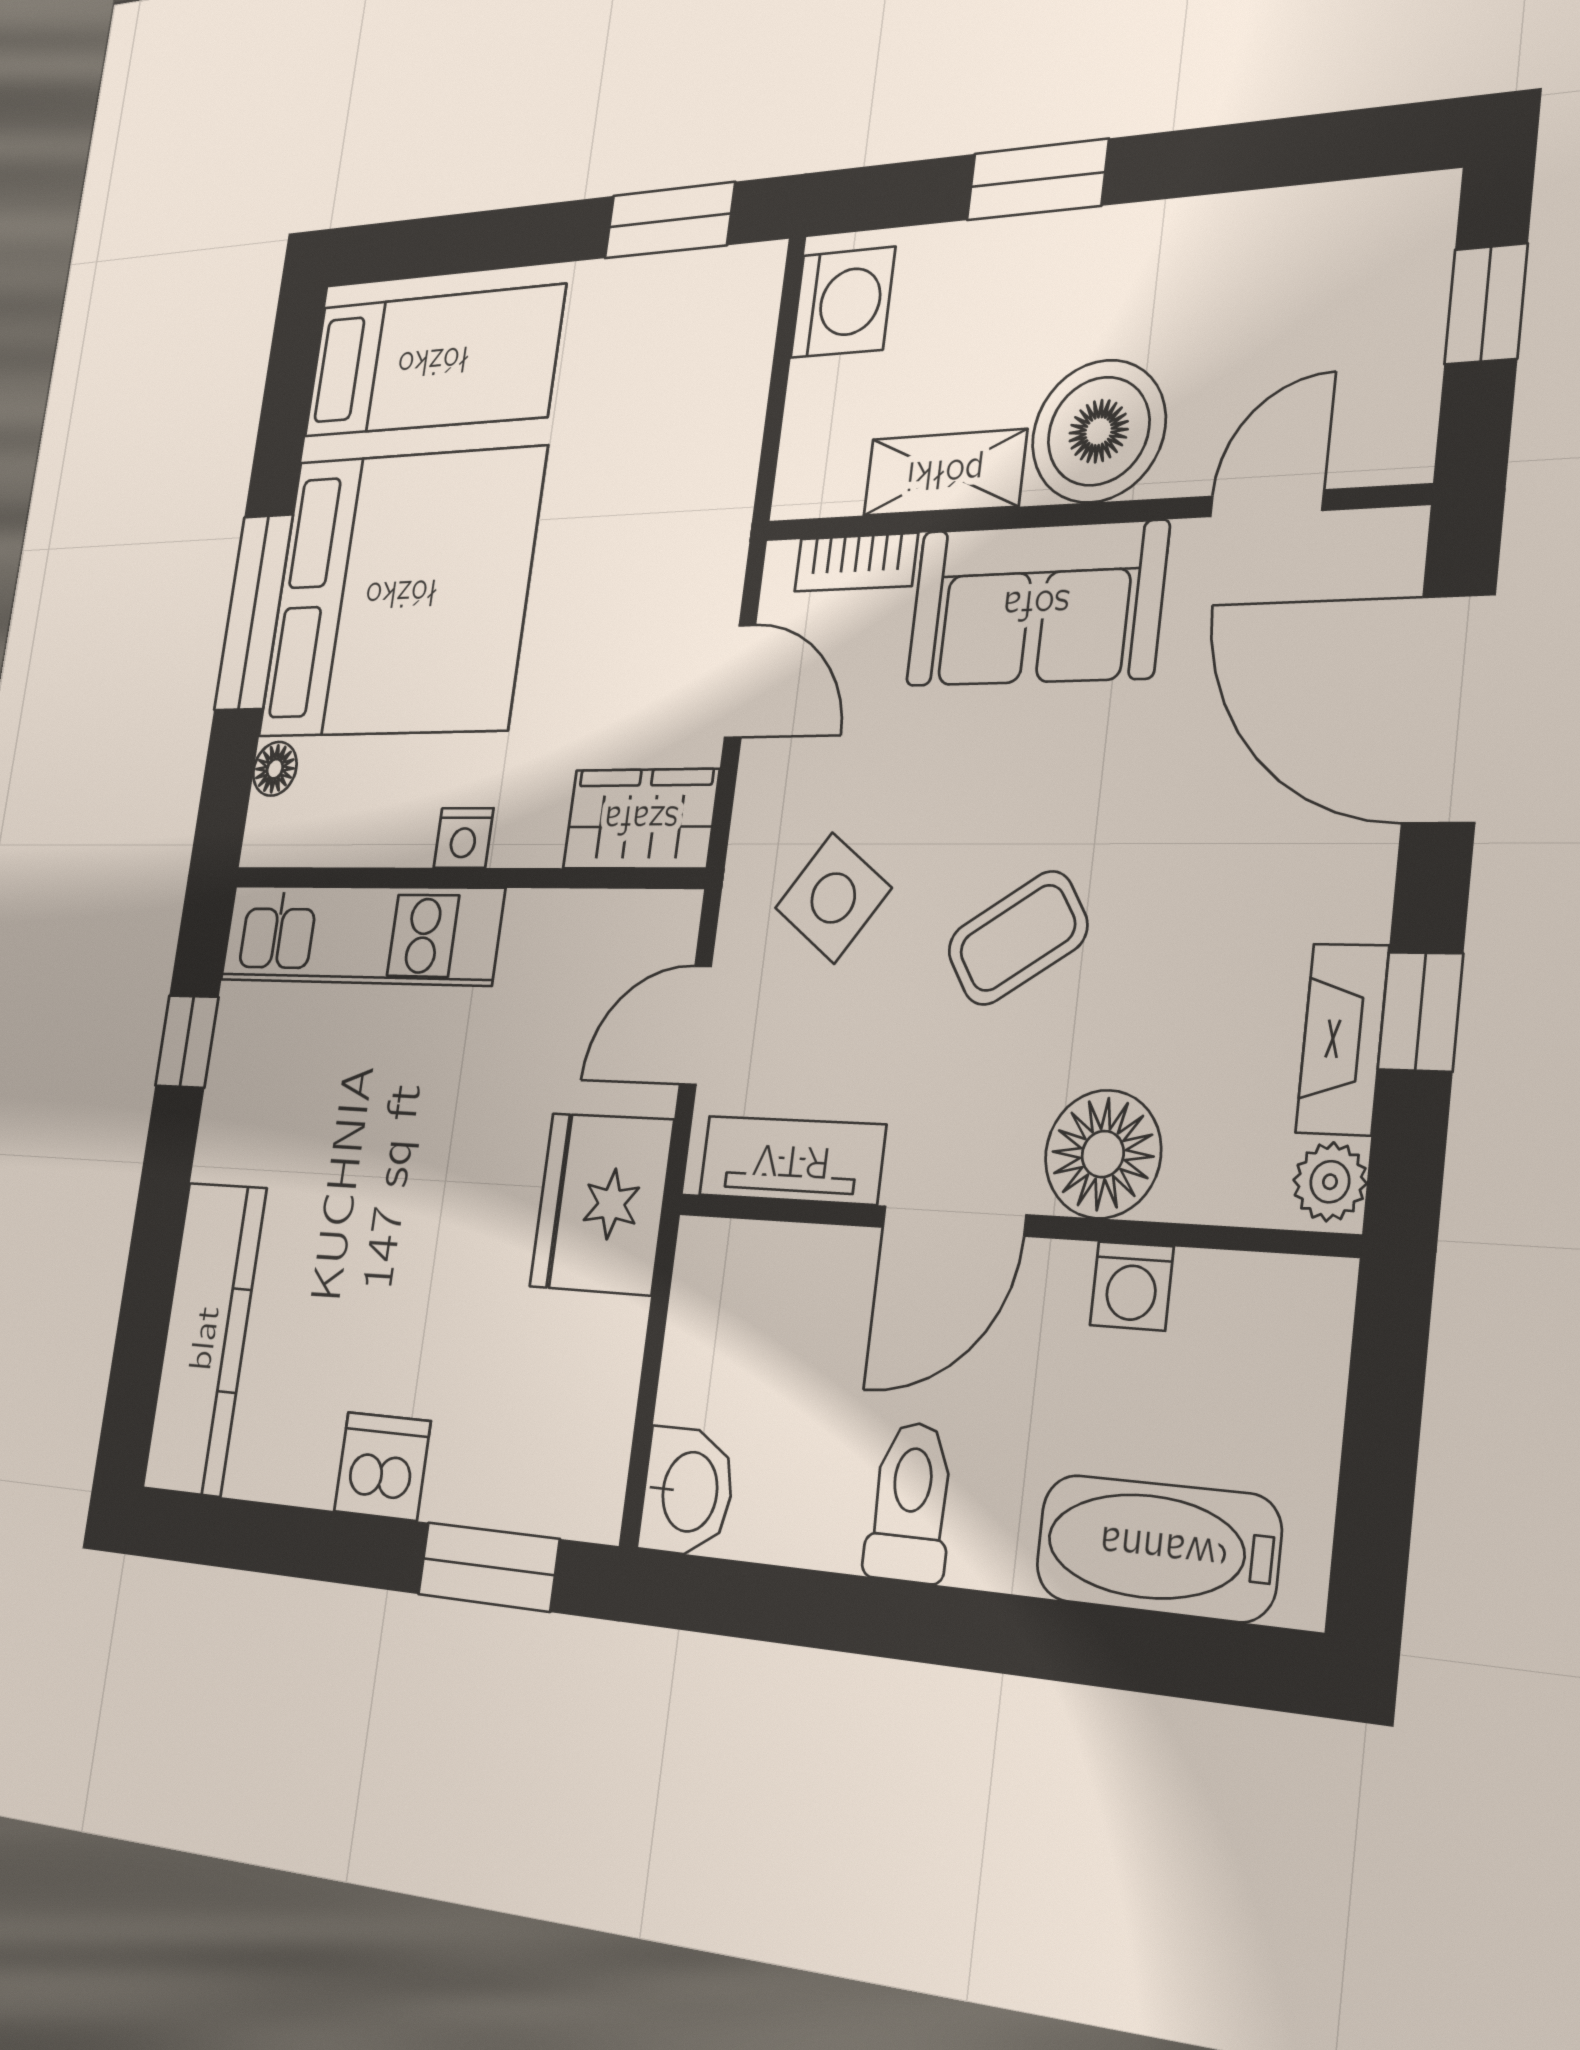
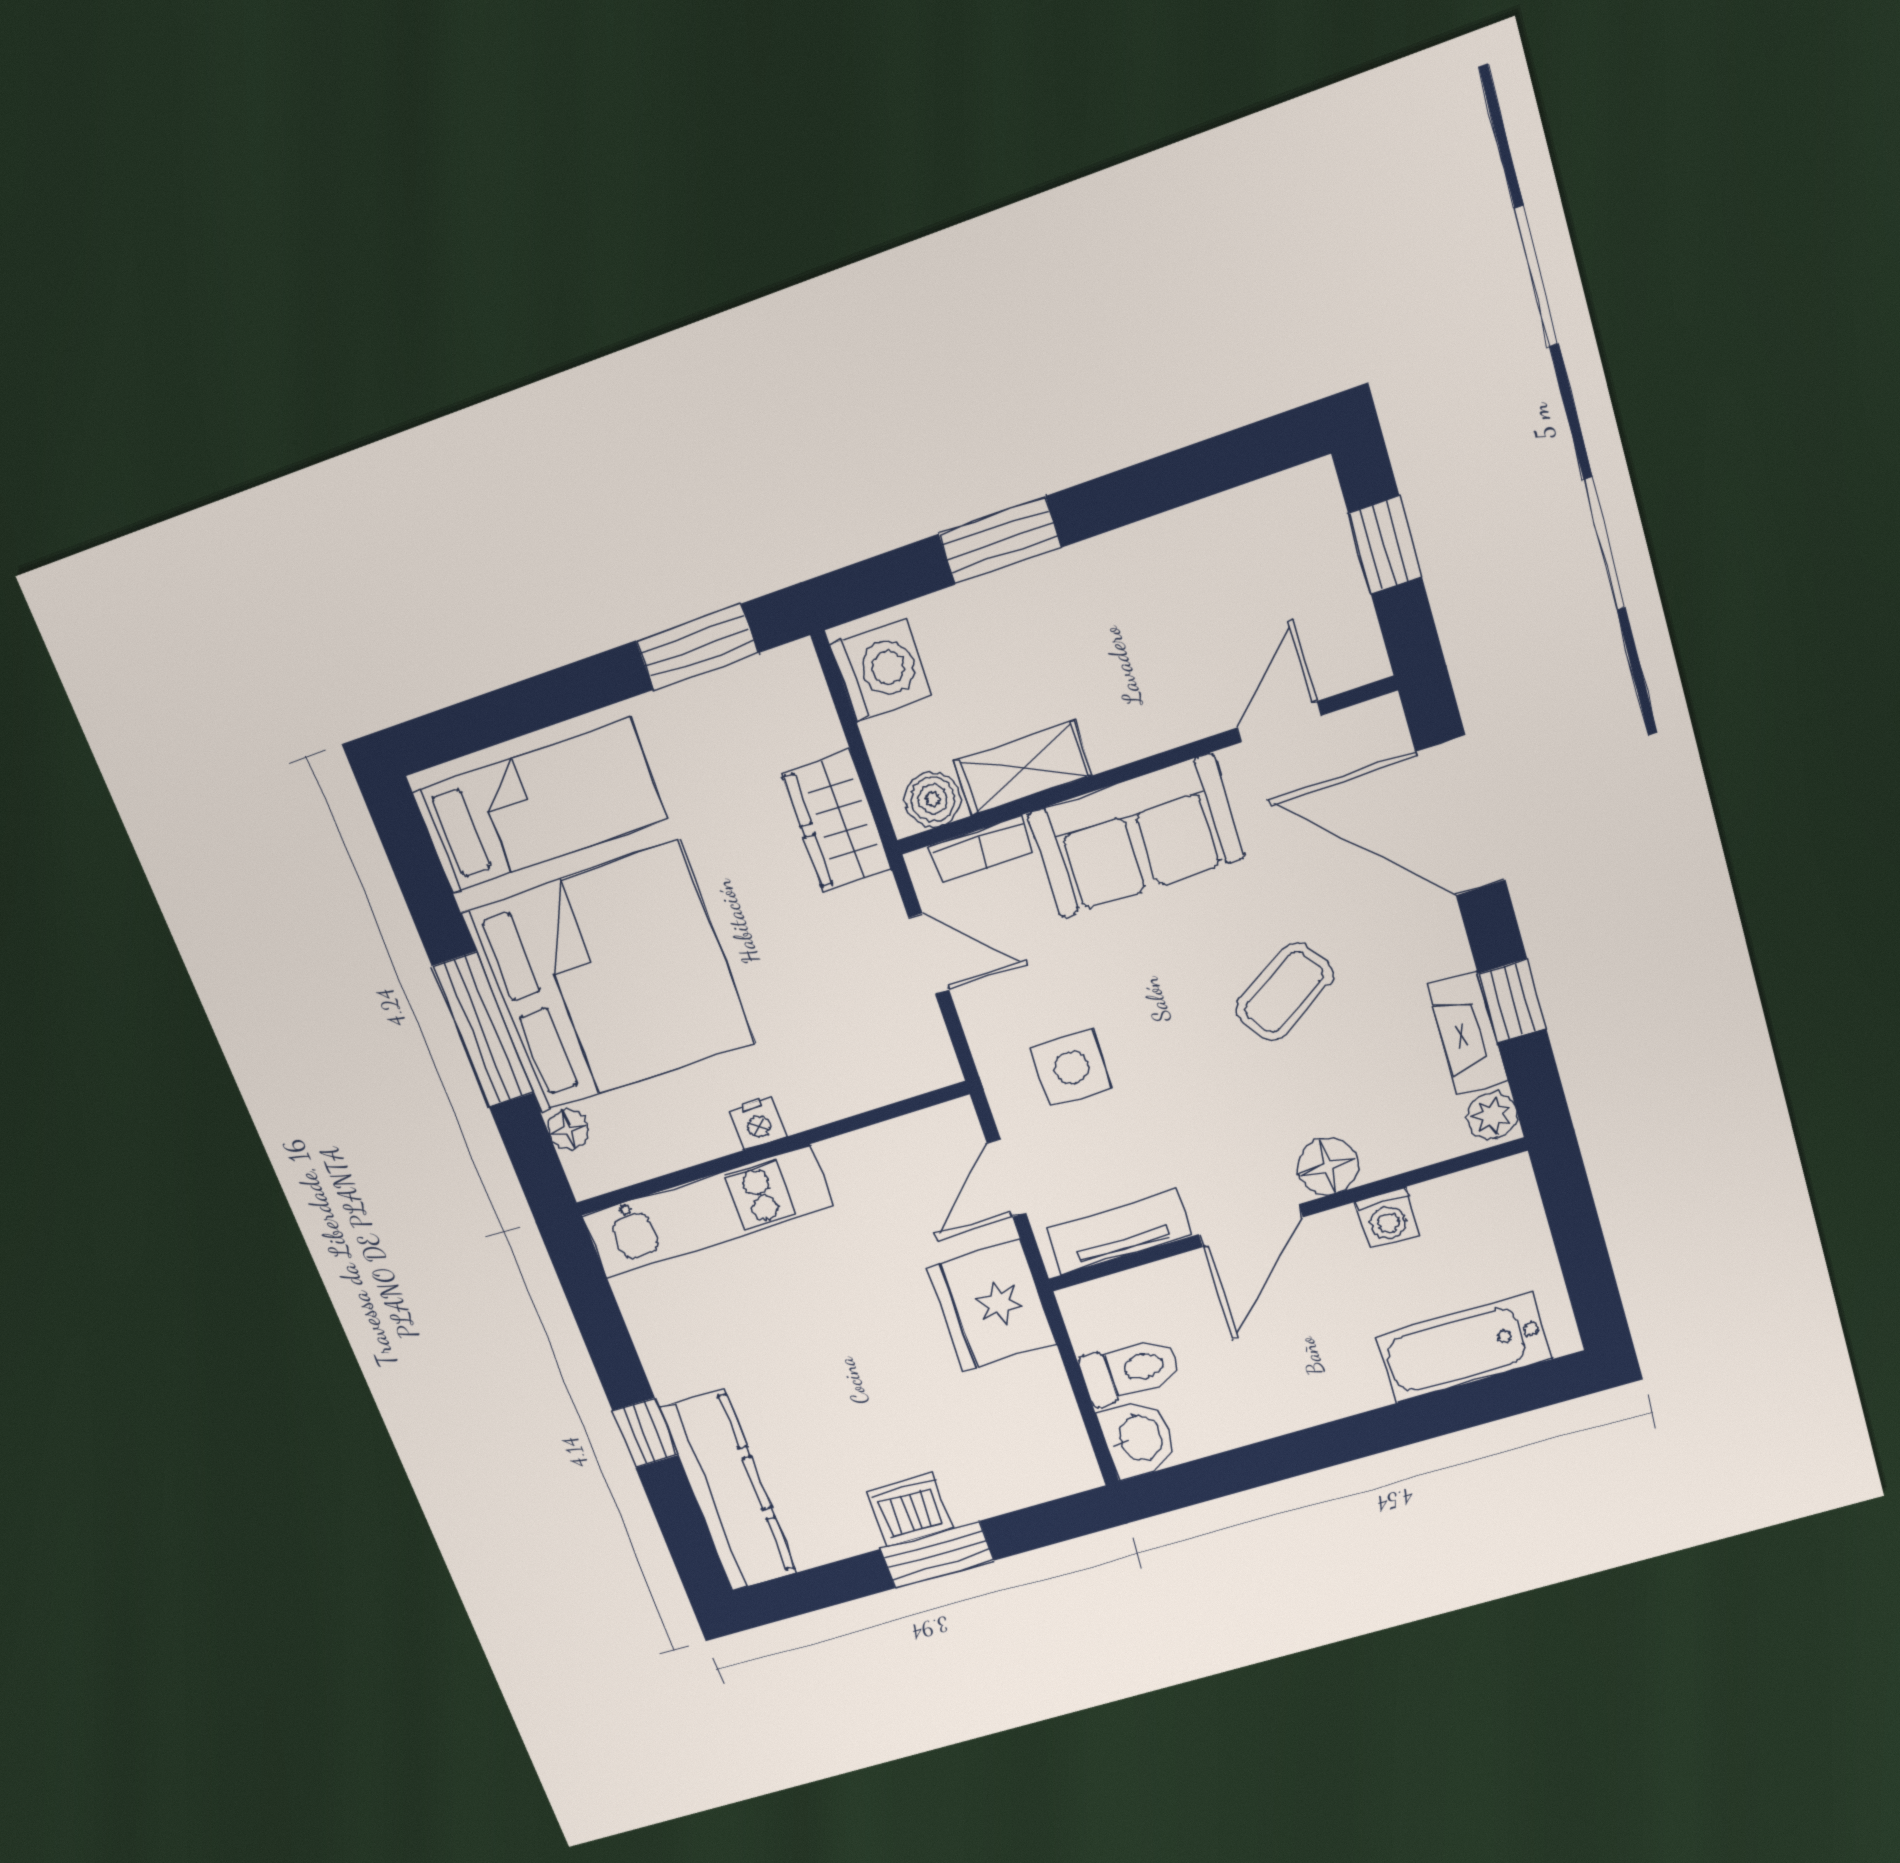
boiler: (1099, 431) -> (933, 799), moved, width x0.54, depth x0.54
wardrobe: (641, 819) -> (836, 821), moved, turned -90
side table: (833, 898) -> (1071, 1068), turned -36
coffee table: (1018, 938) -> (1284, 992), moved
window: (187, 1041) -> (645, 1433), moved
floor lamp: (1103, 1154) -> (1328, 1166), width x0.73, depth x0.73
toilet: (910, 1502) -> (1131, 1370), moved, turned 90
window: (488, 1567) -> (937, 1555), moved

